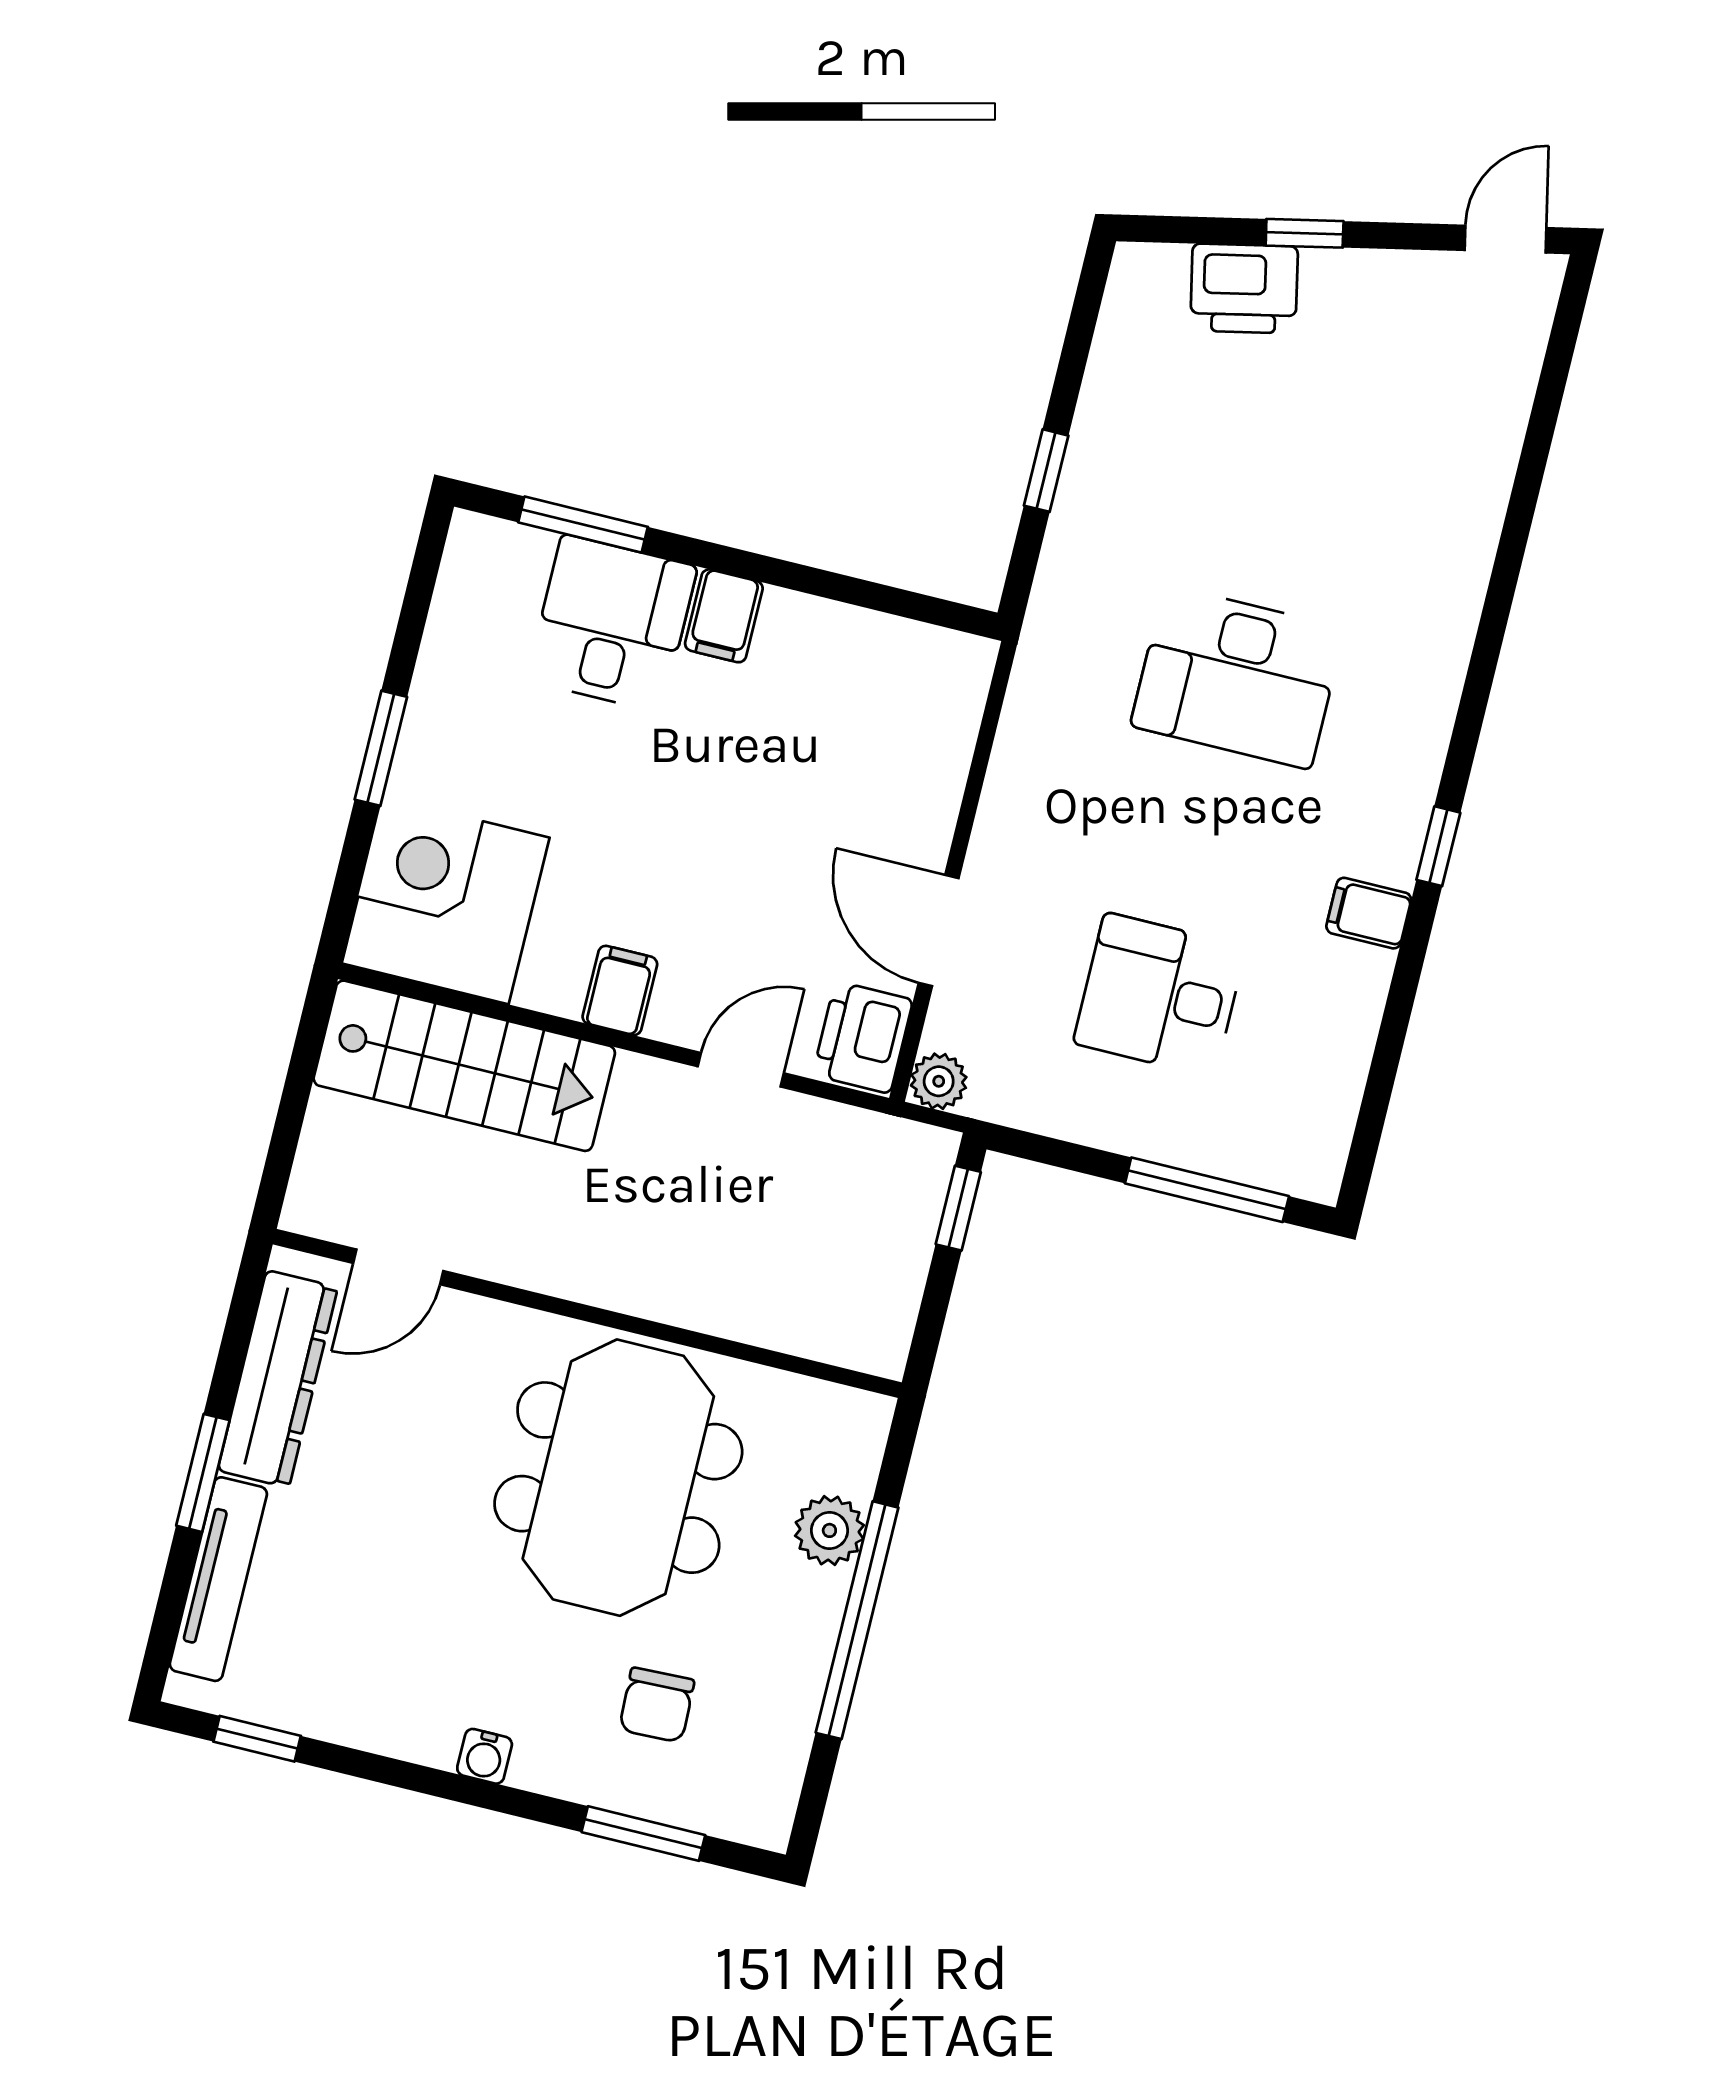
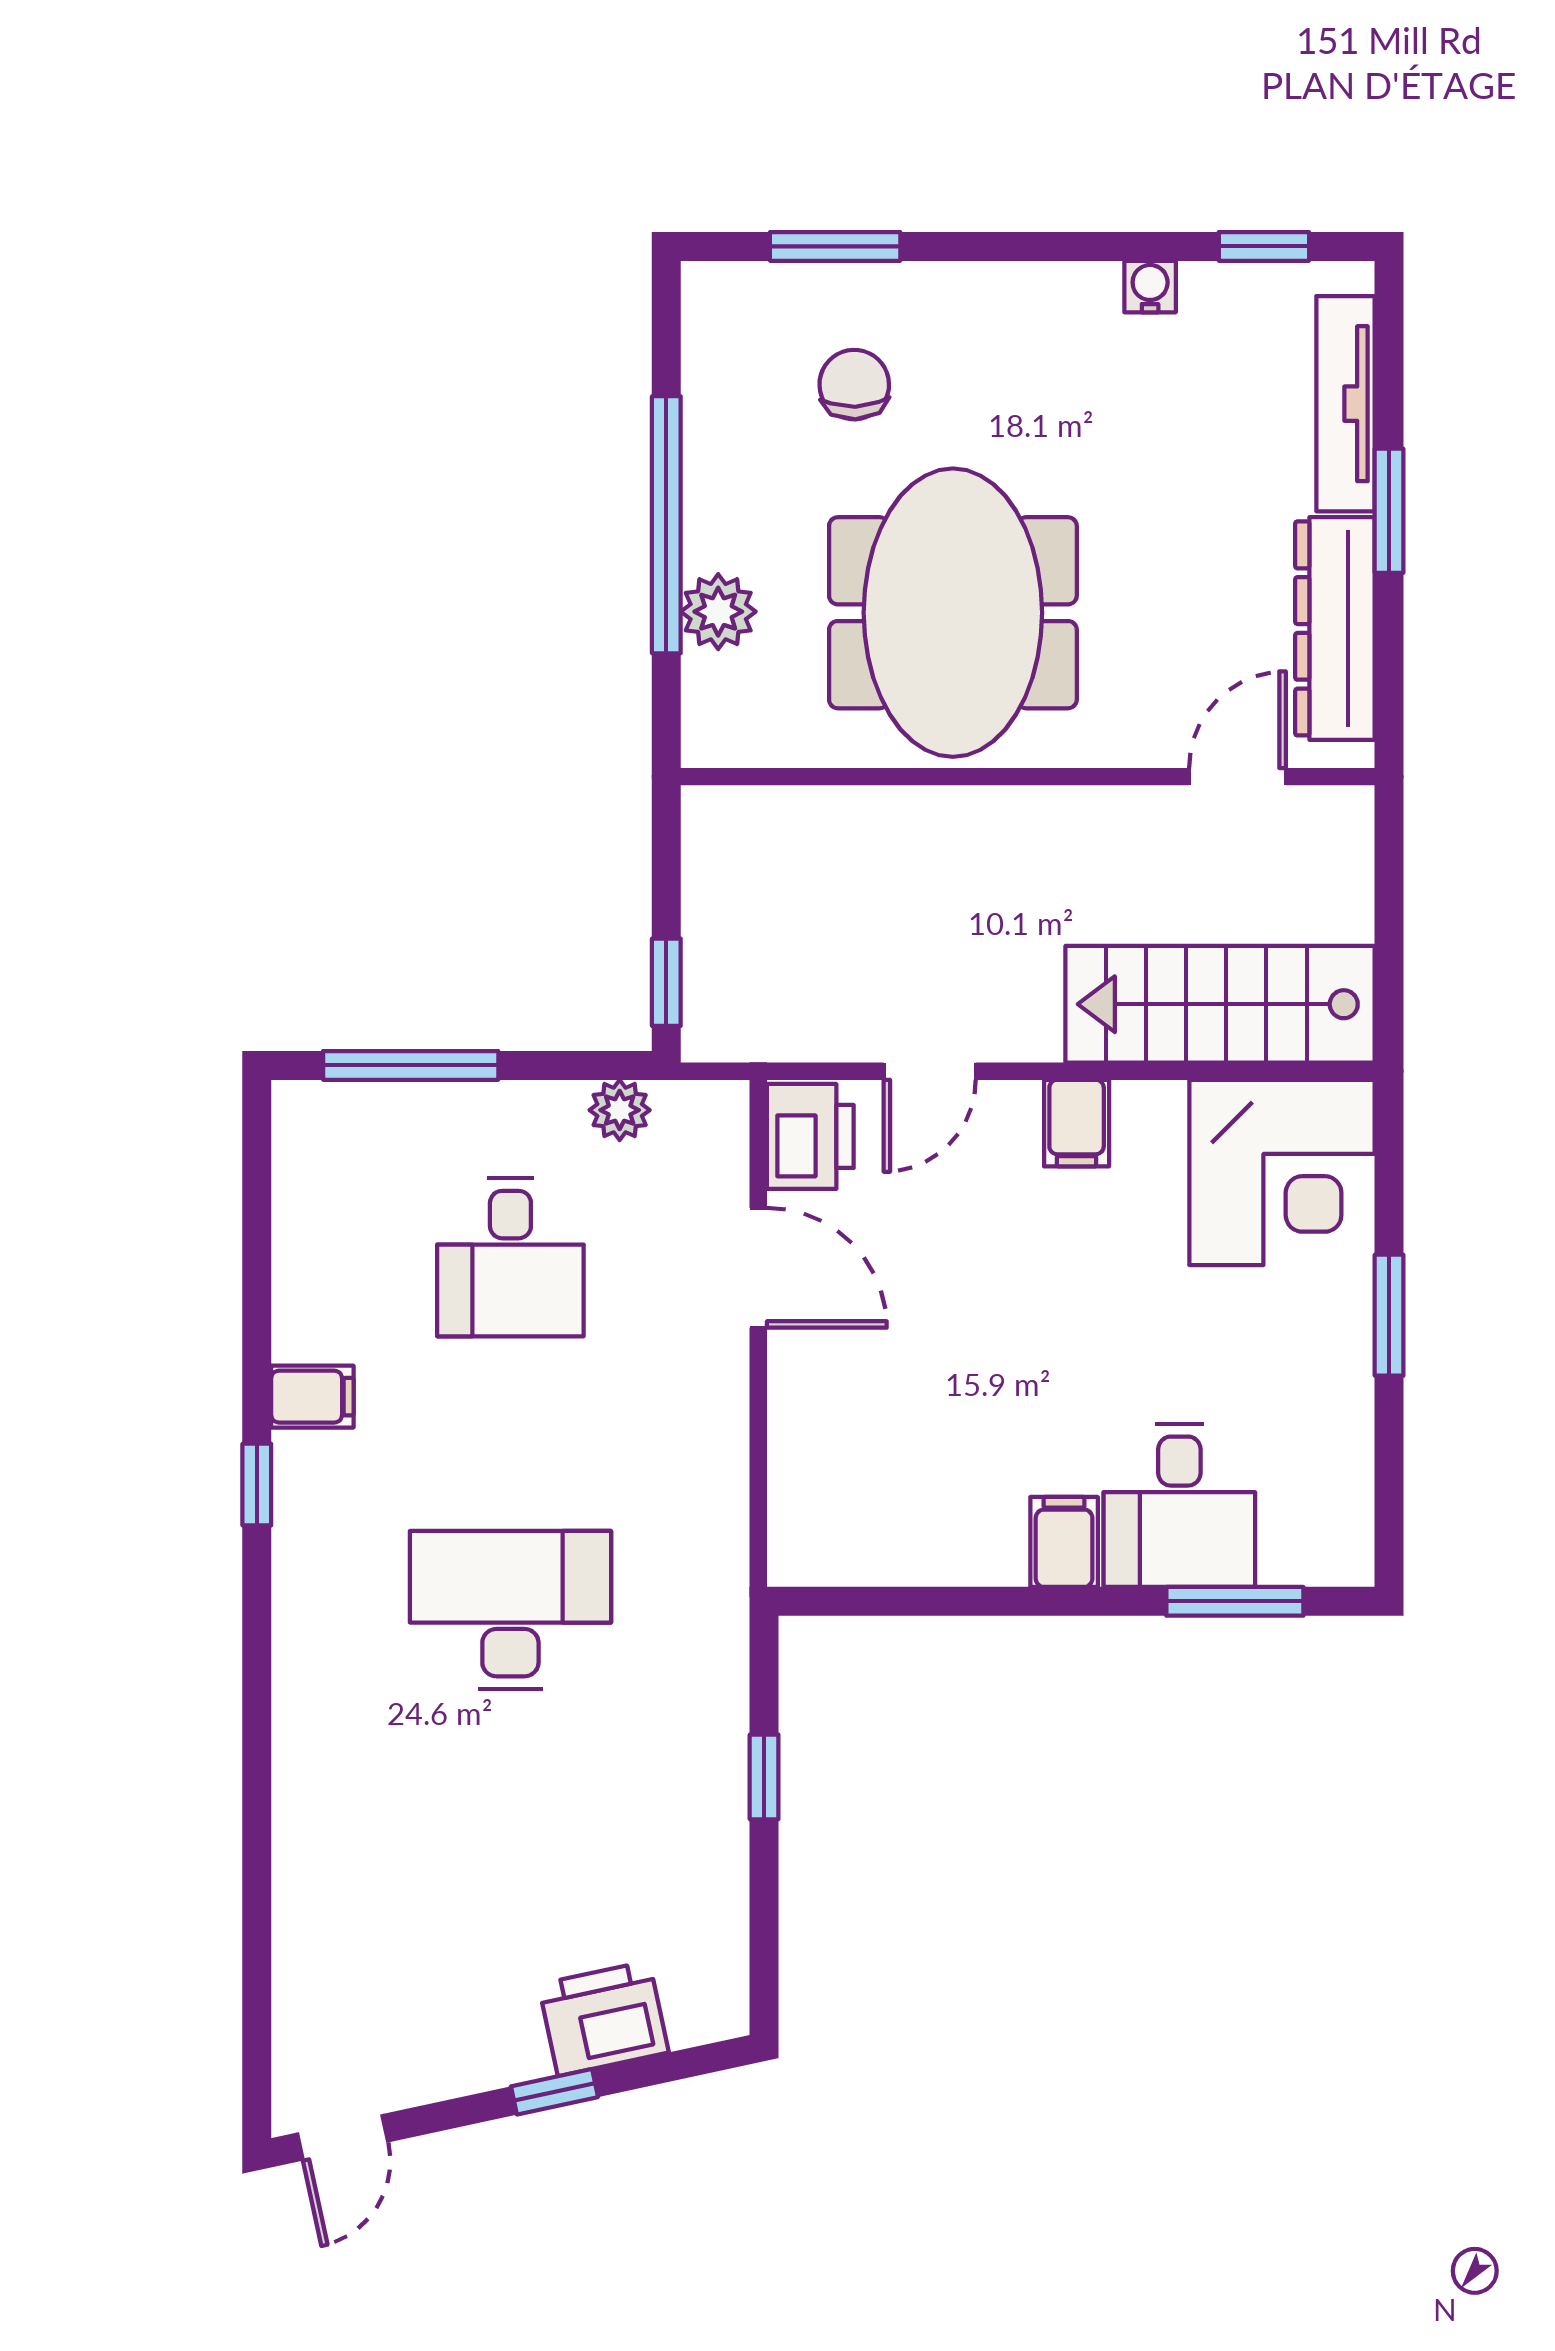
desk: (1160, 995) -> (510, 1257), turned 90
plant: (939, 1081) -> (620, 1110), moved
water cooler: (485, 1756) -> (1150, 287), moved

